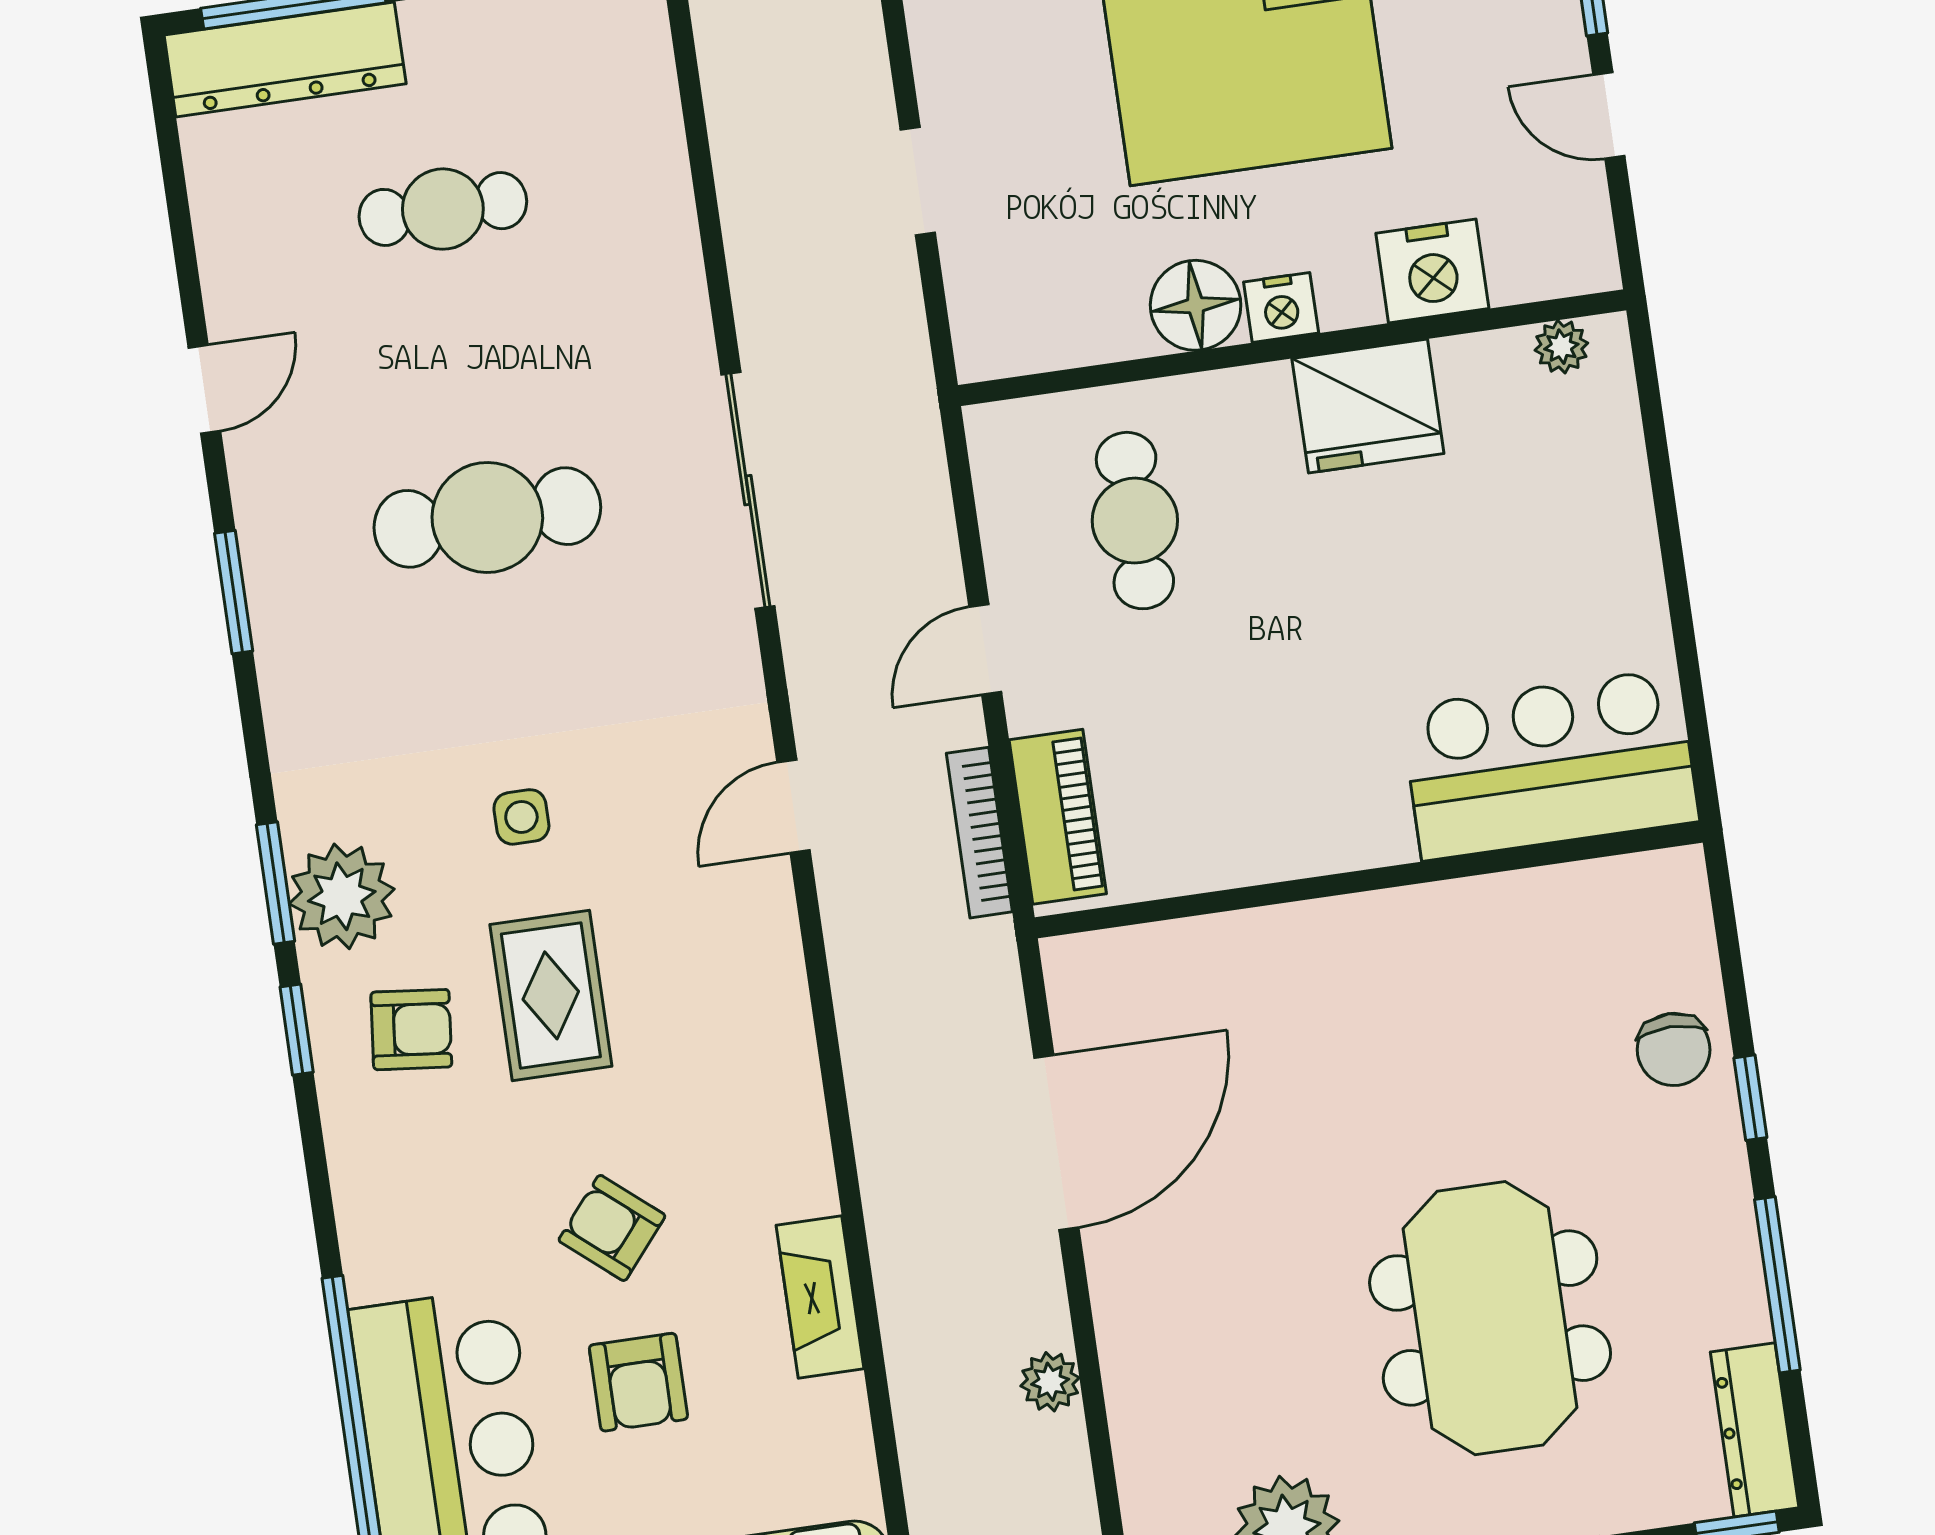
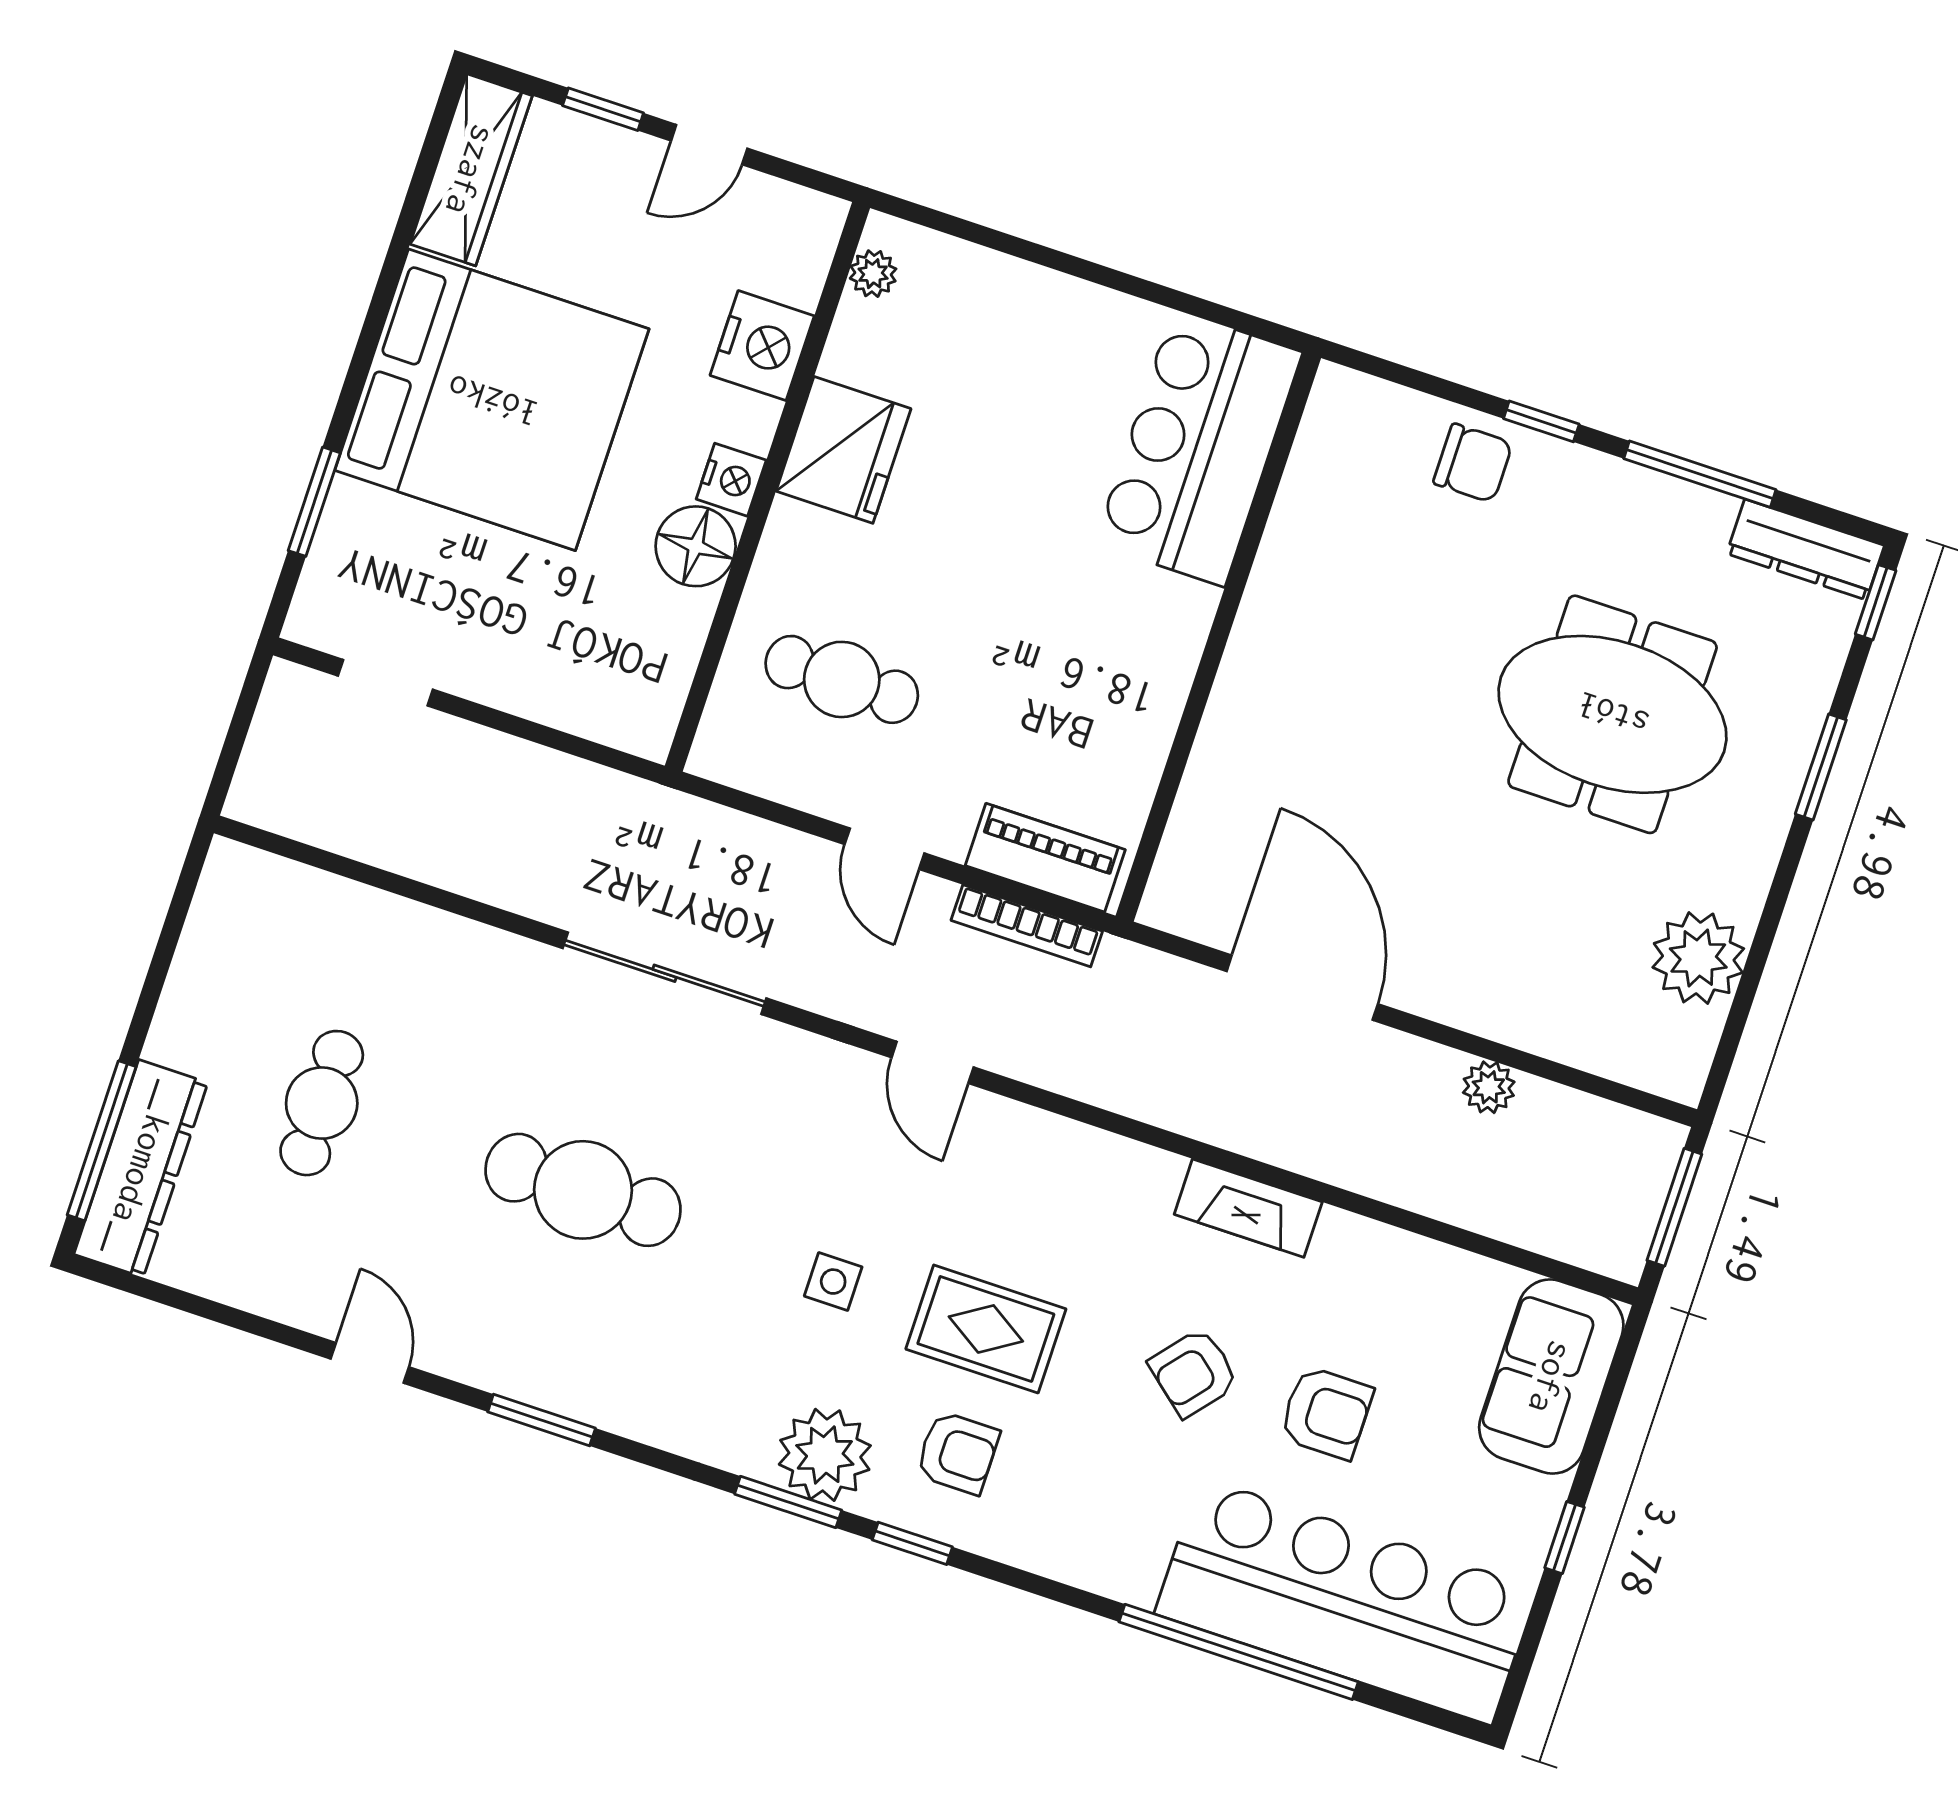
doorway: (918, 181) -> (385, 683), moved
cafe table: (487, 517) -> (583, 1190), turned 90
armchair: (411, 1030) -> (958, 1453), turned 84
fireplace: (820, 1297) -> (1248, 1208), moved

